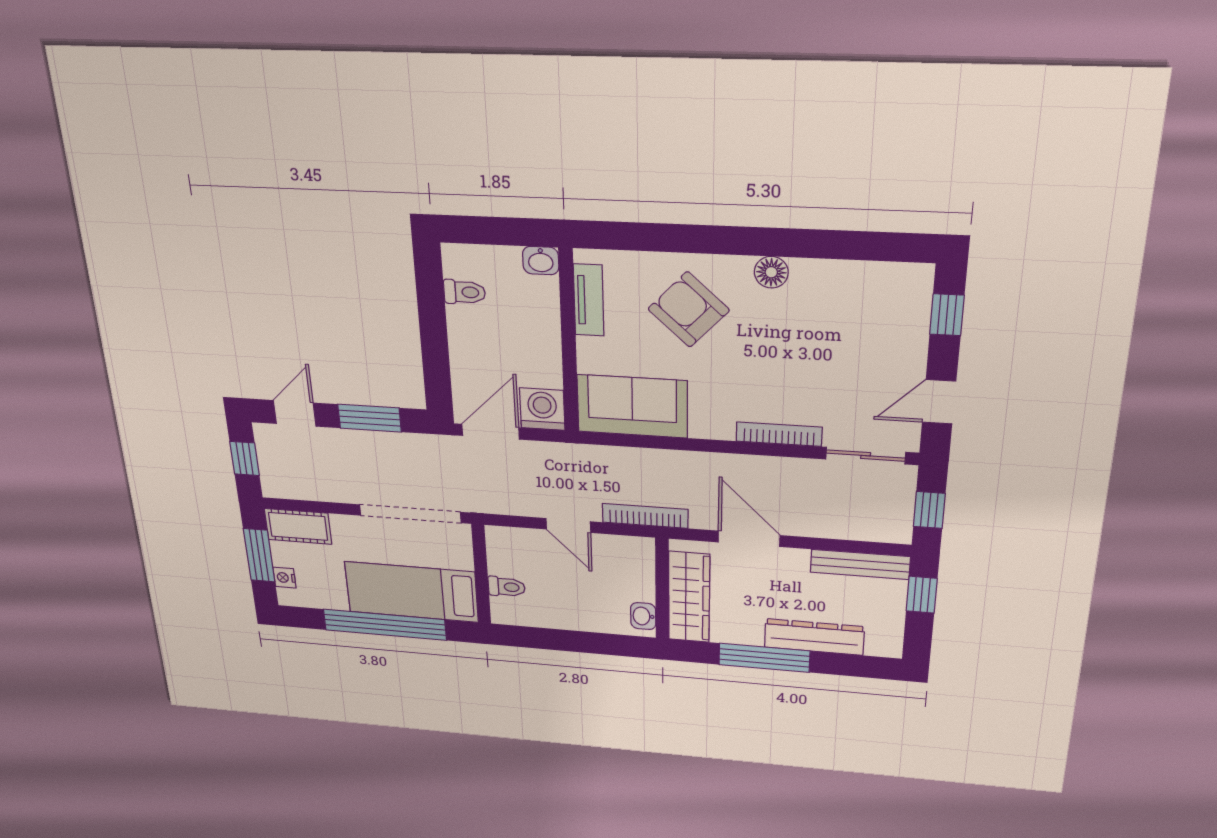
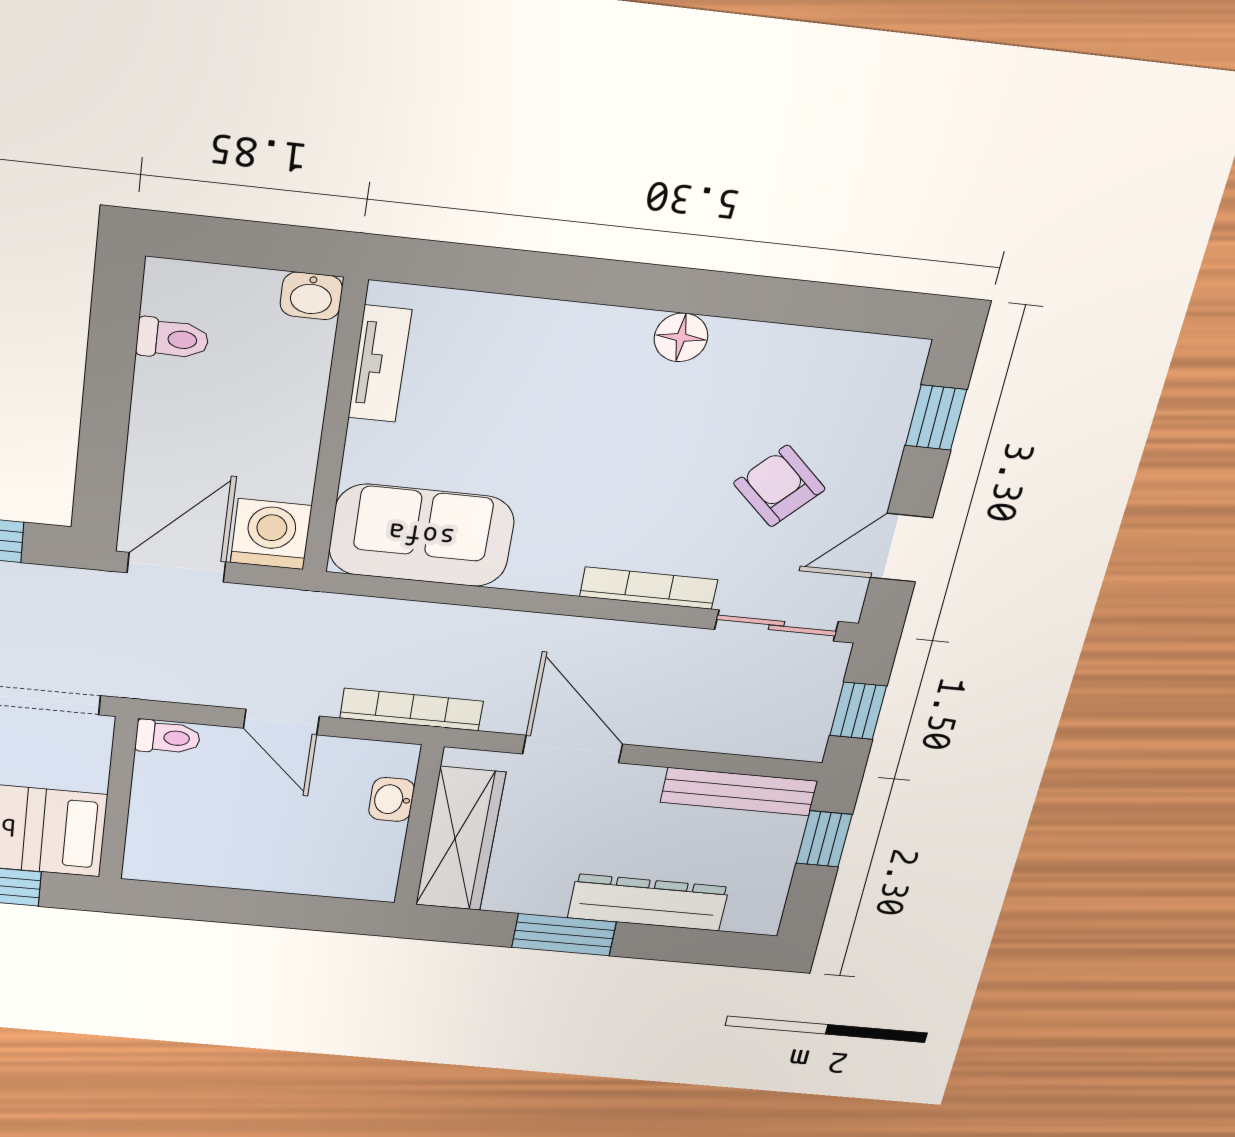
armchair: (689, 310) -> (779, 486), moved, width x0.72, depth x0.72
toilet: (507, 587) -> (168, 737), moved
washbasin: (643, 616) -> (392, 799), moved
window: (764, 658) -> (564, 935), width x0.69

